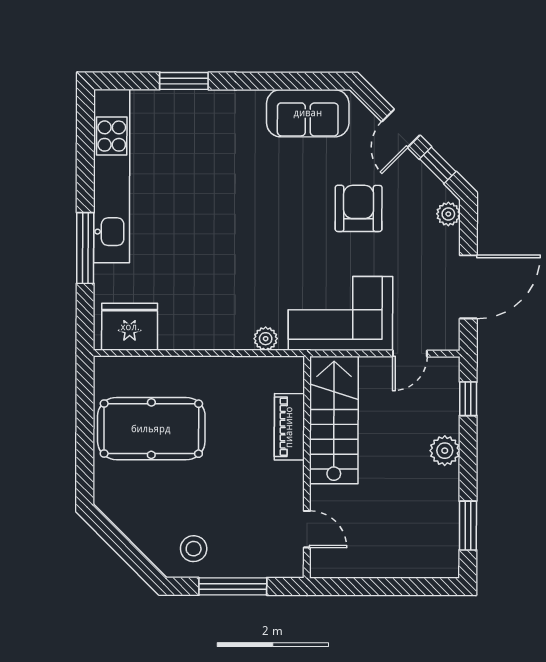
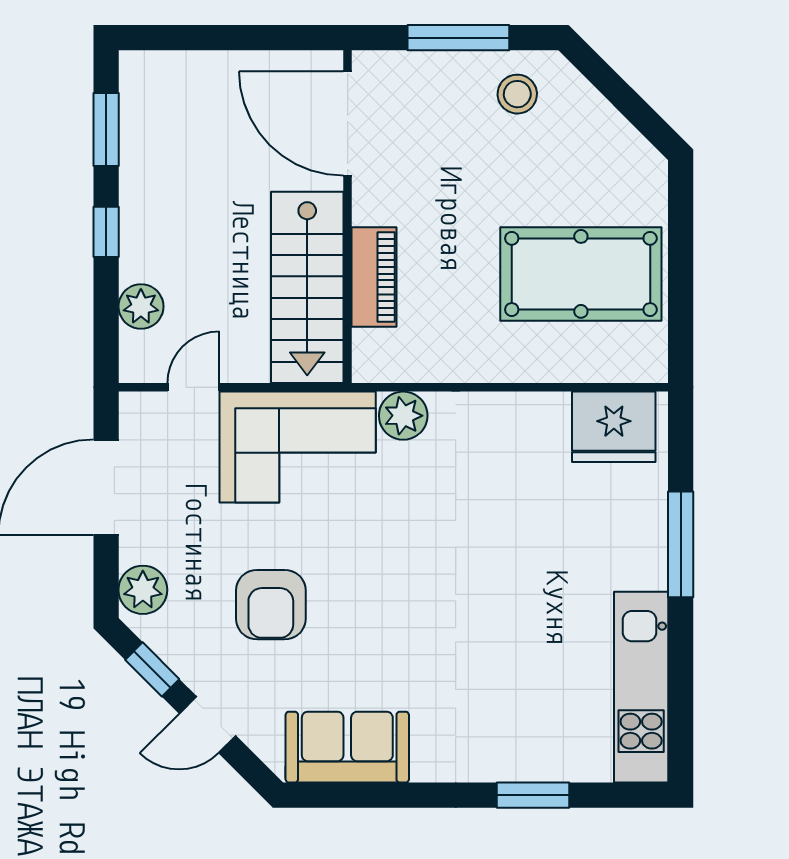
door: (401, 128) -> (208, 725), swing flipped
kitchen unit: (112, 176) -> (641, 687), width x0.73
plant: (448, 214) -> (143, 590), width x1.38, depth x1.38
plant: (266, 339) -> (403, 416), width x1.38, depth x1.38
window: (468, 399) -> (106, 232), moved
plant: (445, 451) -> (141, 306), moved
door: (307, 529) -> (348, 124), width x1.87

